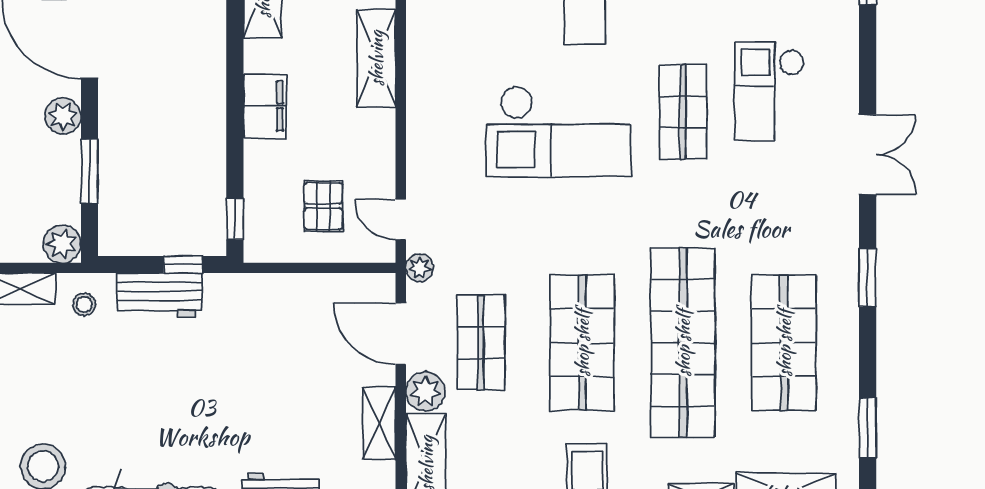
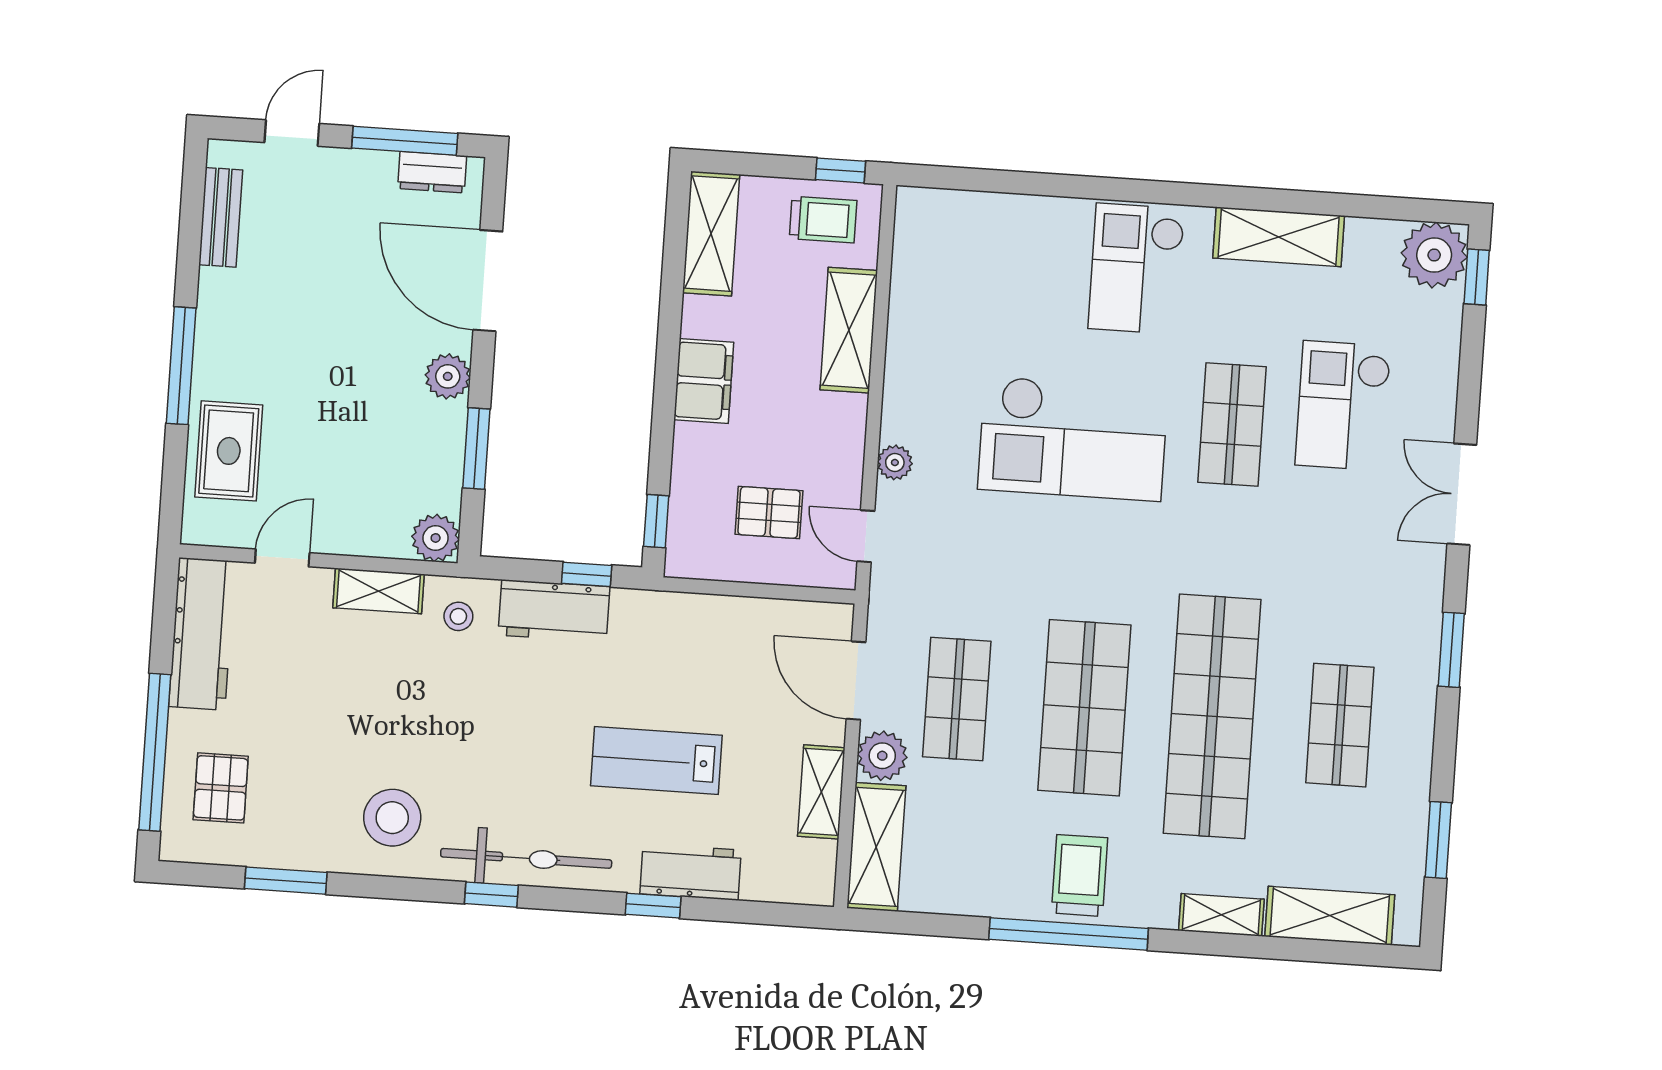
double door: (868, 154) -> (1462, 494), swing flipped
pallet: (323, 206) -> (769, 512), turned 90
plant: (420, 268) -> (895, 462), moved
shop shelf: (784, 343) -> (1340, 725), width x0.70, depth x0.74
lab bench: (248, 407) -> (656, 761), added

